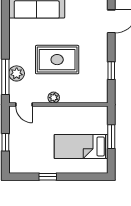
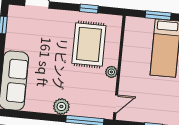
rug: (57, 60) -> (89, 44), moved
plant: (17, 73) -> (61, 106), moved

